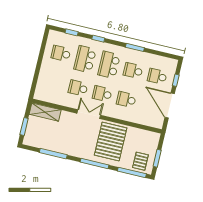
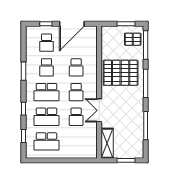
school desk: (61, 53) -> (46, 141), width x1.85
double door: (89, 114) -> (99, 110), moved

